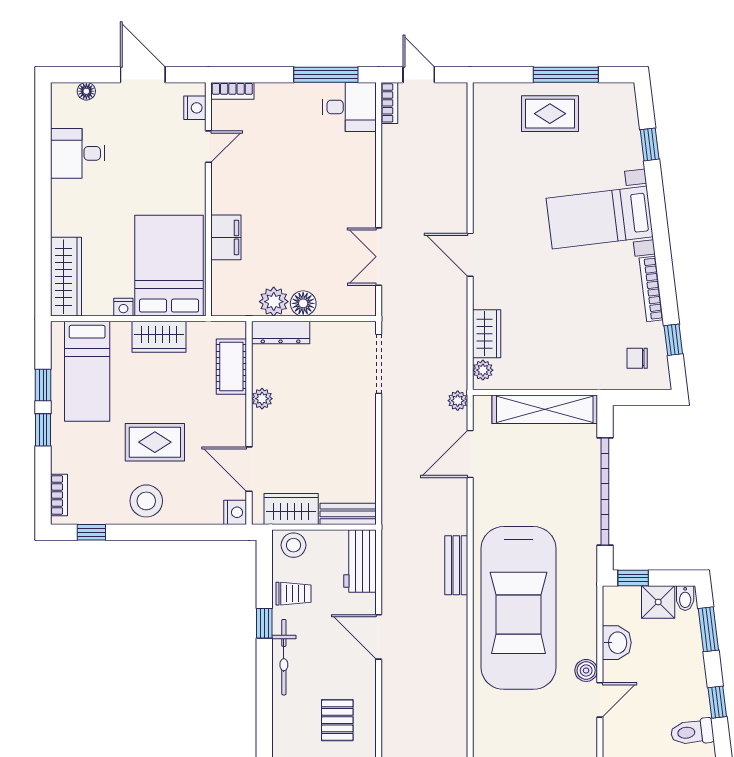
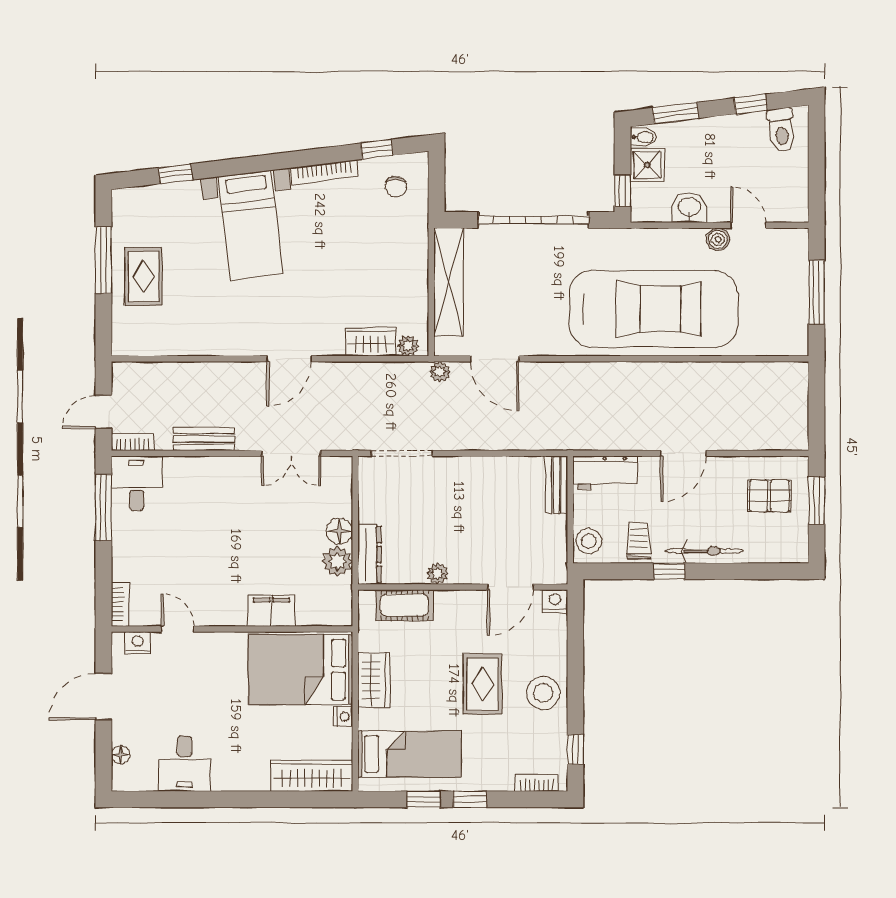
wardrobe: (291, 509) -> (551, 544), removed
bench: (456, 565) -> (204, 439), moved

